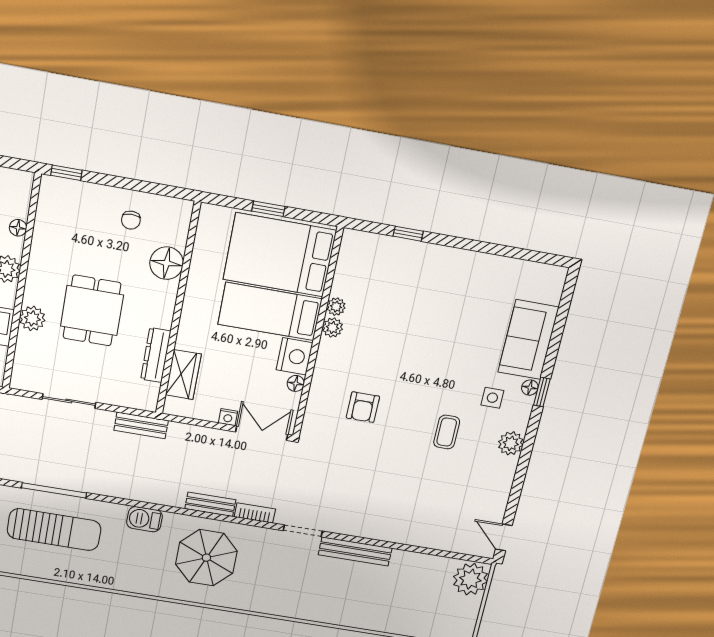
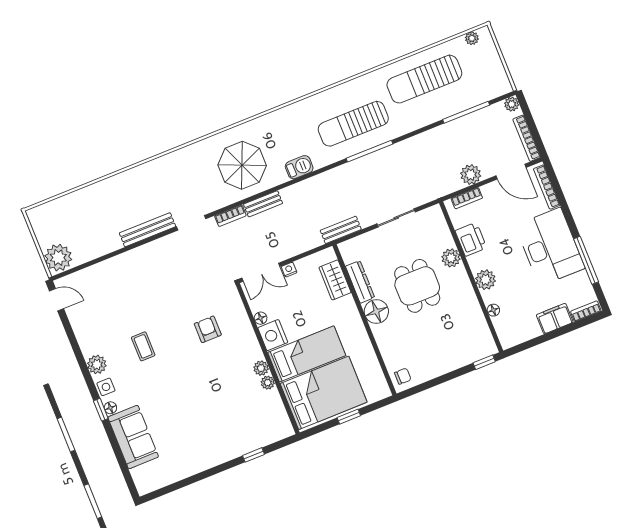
chair: (131, 220) -> (403, 376), moved, turned 90
floor lamp: (167, 263) -> (376, 311), moved
side table: (492, 398) -> (106, 387), moved

